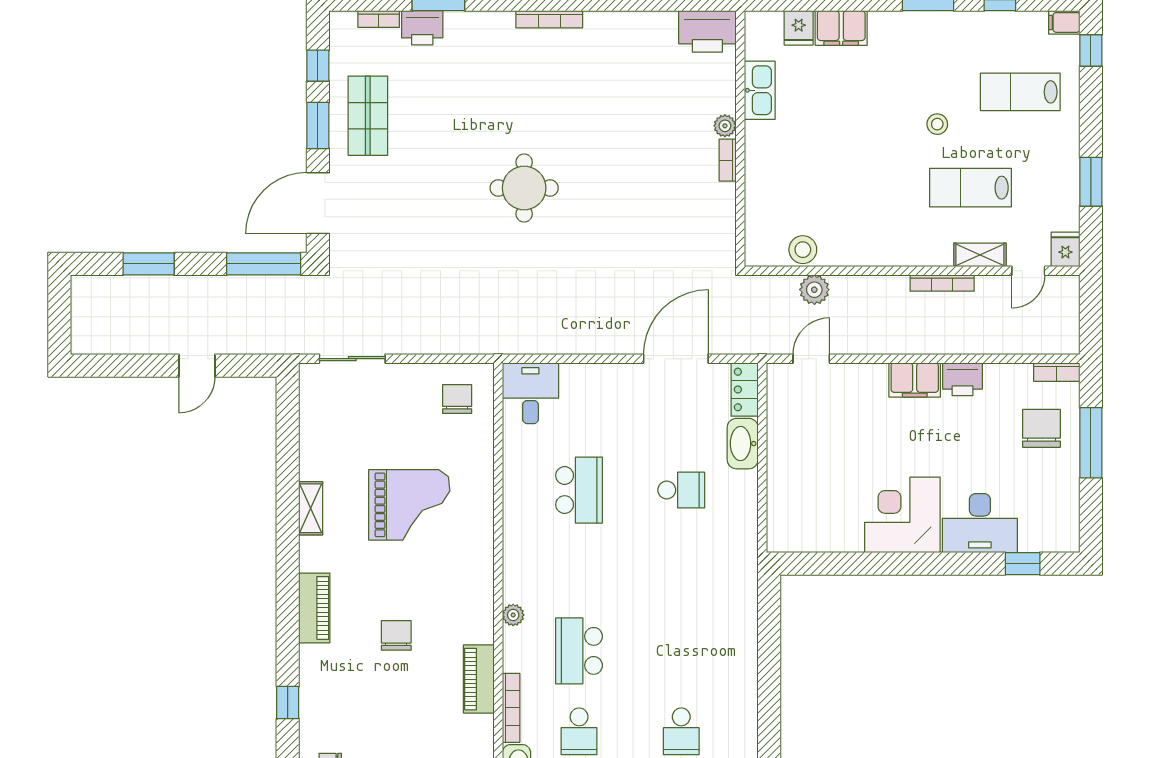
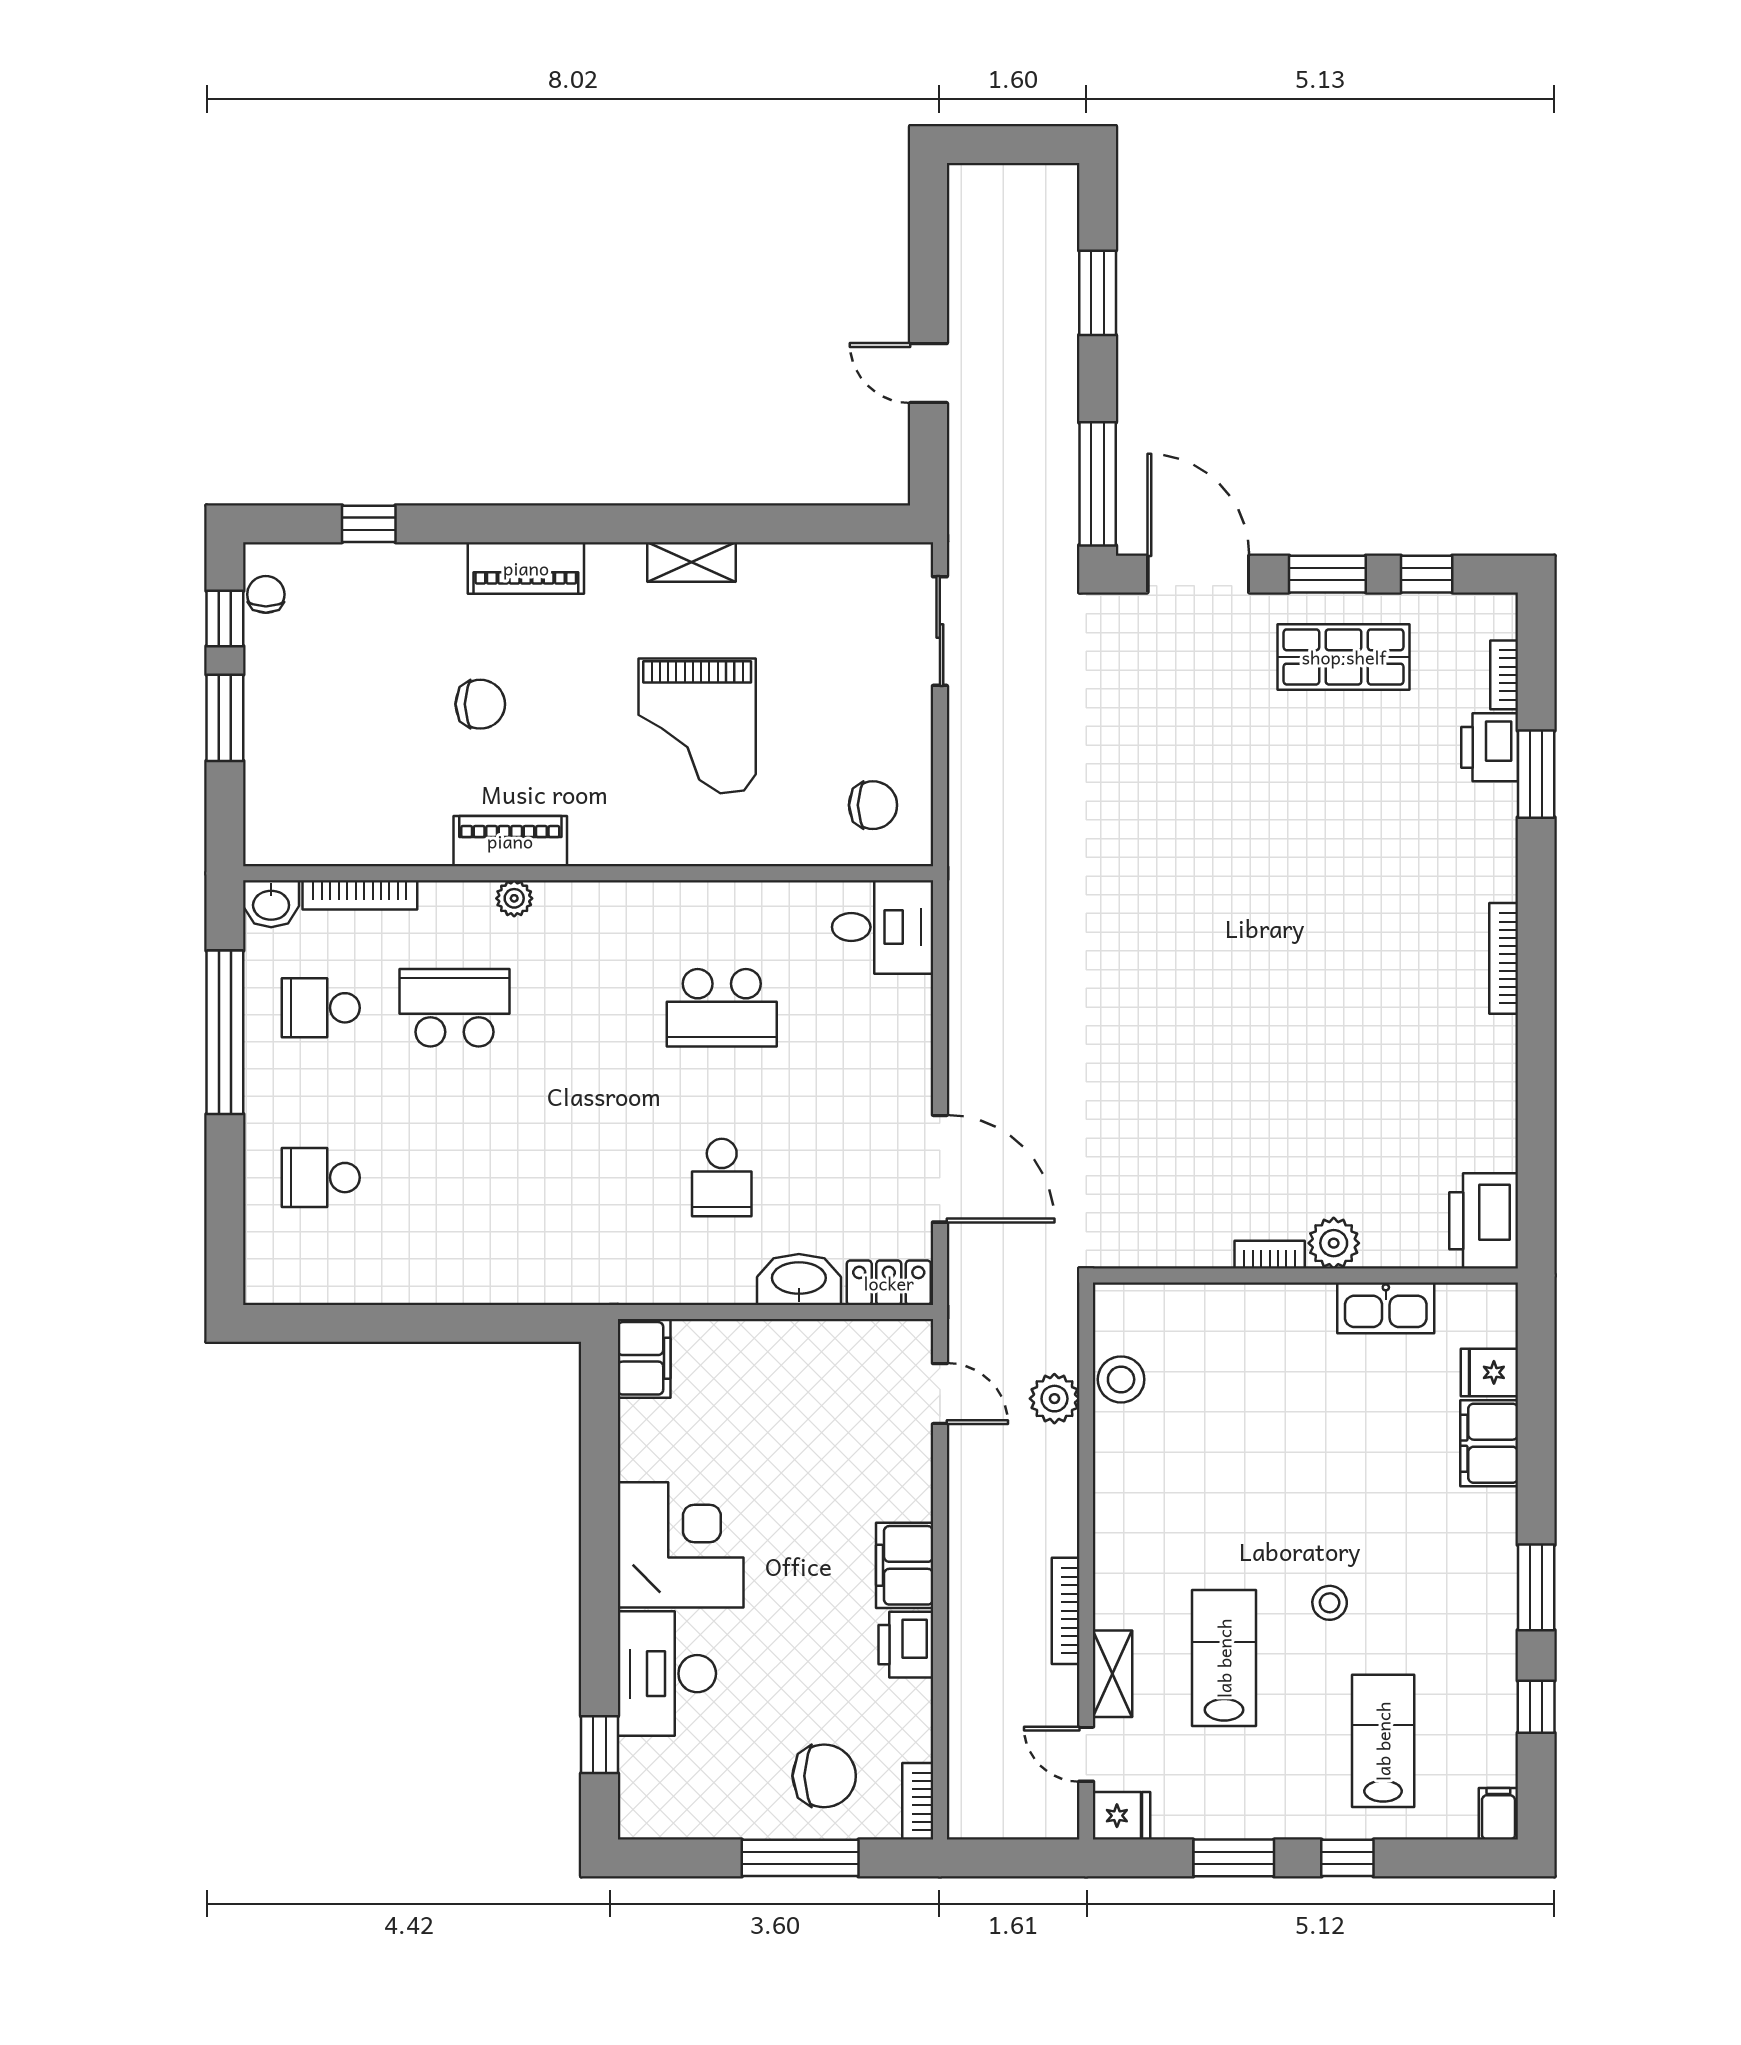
window: (1091, 50) -> (1347, 1858), moved
plant: (725, 126) -> (1334, 1243), width x1.38, depth x1.38
round table: (524, 188) -> (1223, 917), removed
filing cabinet: (790, 537) -> (644, 1358), added
piano: (479, 679) -> (510, 841), moved

